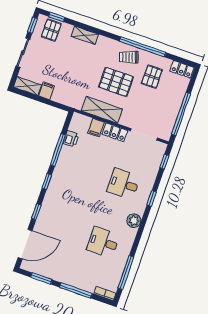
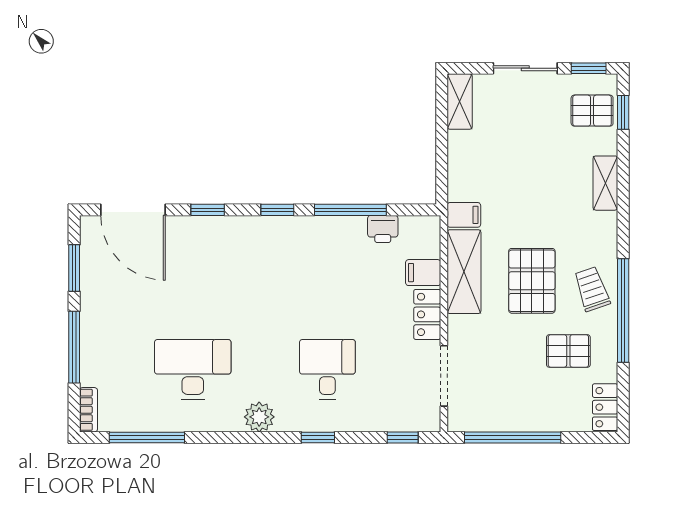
filing cabinet: (46, 91) -> (464, 215), moved
desk: (103, 242) -> (193, 369), width x1.37

